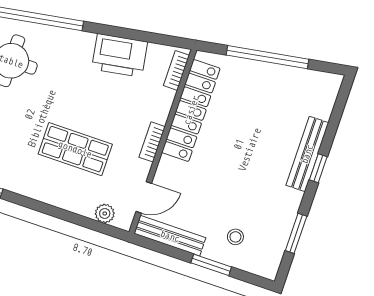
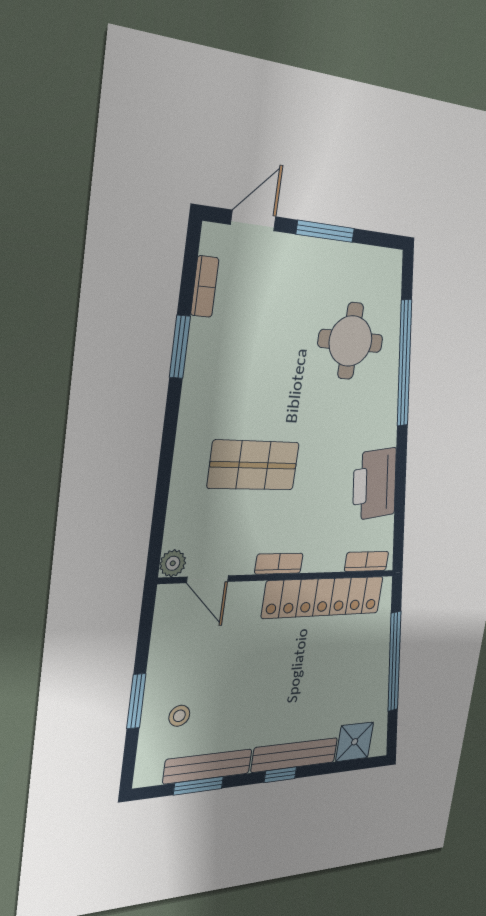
shower: (320, 102) -> (355, 742), added
shop shelf: (75, 149) -> (254, 465), turned 90
plant: (105, 214) -> (173, 563), moved
bench: (170, 236) -> (208, 766), moved, turned 90

